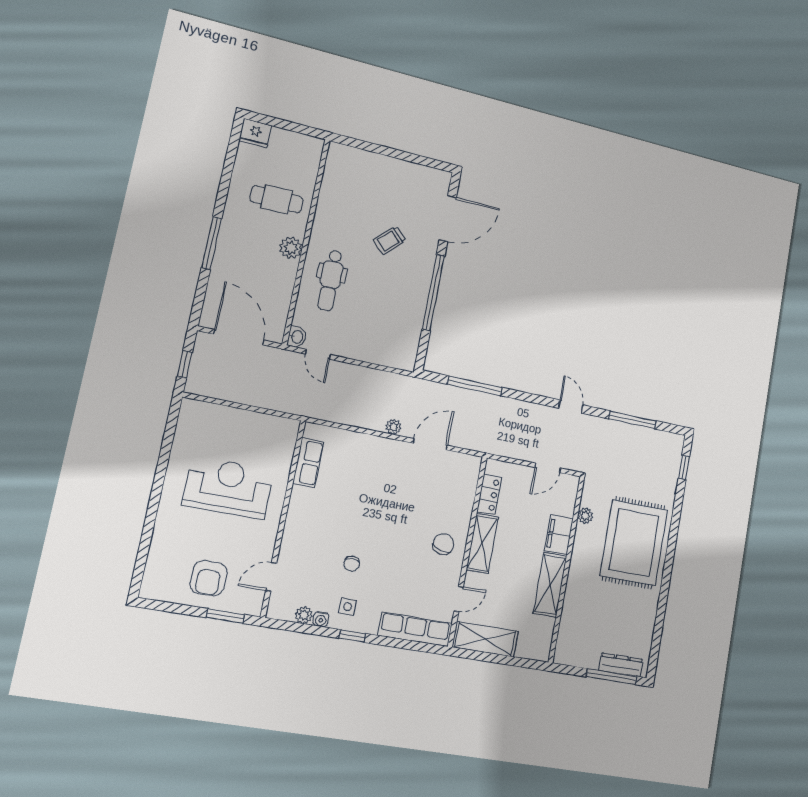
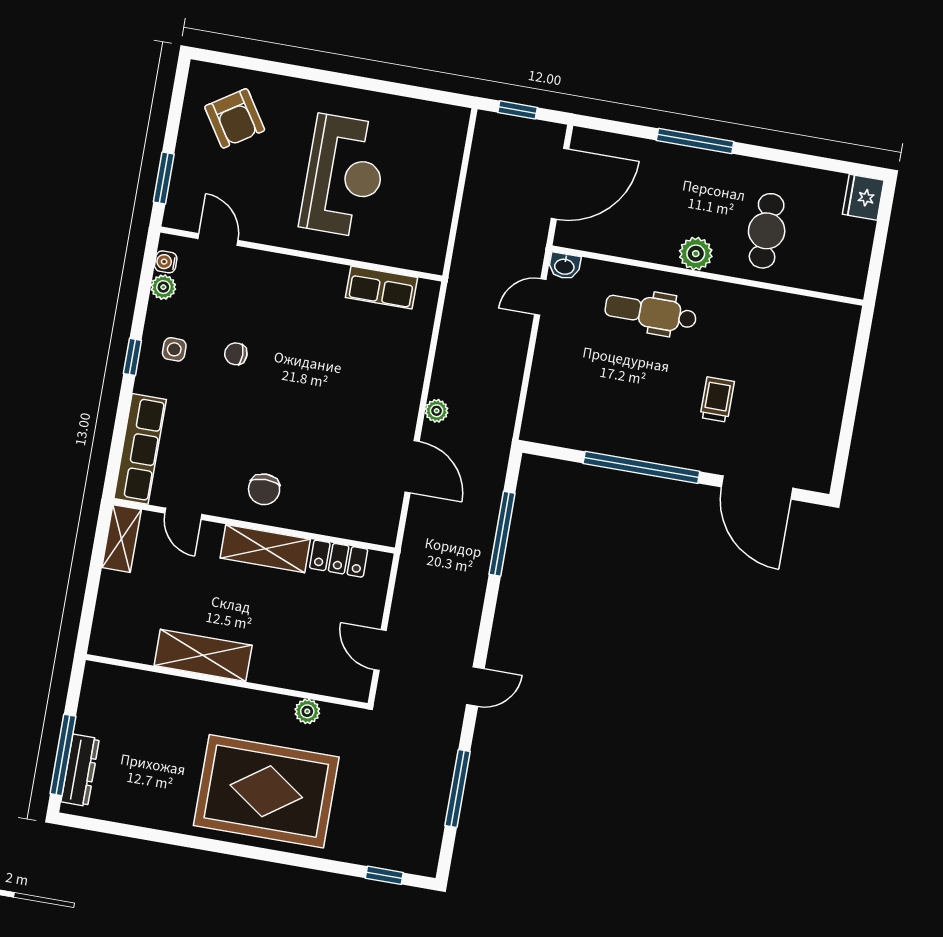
trolley: (390, 240) -> (717, 399), turned 45
filing cabinet: (559, 535) -> (278, 669), removed
chair: (443, 544) -> (264, 489), turned 77
armchair: (209, 578) -> (235, 118), moved, turned -123
water cooler: (321, 619) -> (166, 262), moved
shelving: (485, 639) -> (122, 539), width x0.67, depth x0.75

